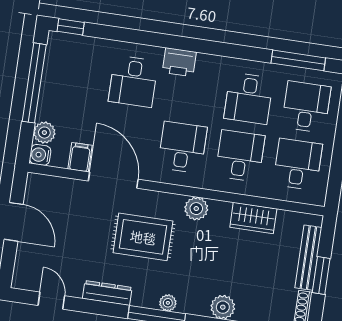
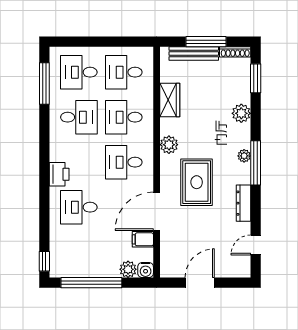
desk: (133, 81) -> (79, 207), turned 180
window: (321, 276) -> (206, 42), width x1.44

